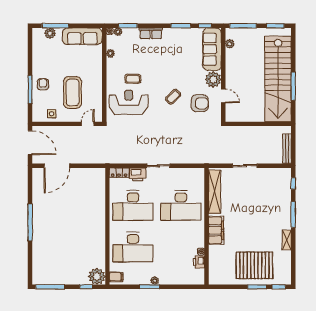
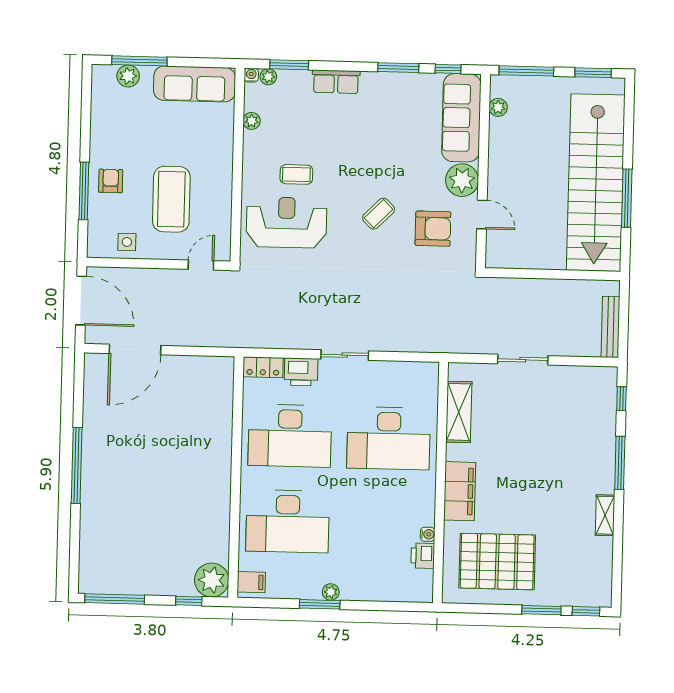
shelving: (215, 192) -> (459, 412), width x0.68
pallet: (254, 265) -> (497, 562), moved

